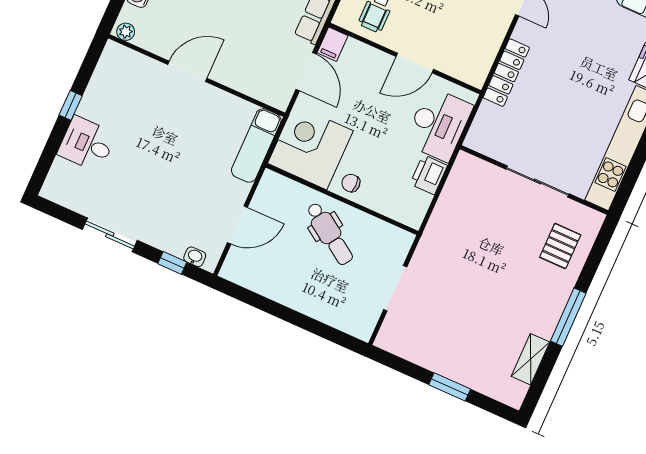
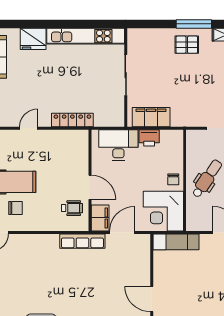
filing cabinet: (332, 44) -> (100, 218), width x2.00
door: (415, 63) -> (90, 187), moved
filing cabinet: (458, 191) -> (151, 117), added
pallet: (560, 246) -> (187, 45), moved

